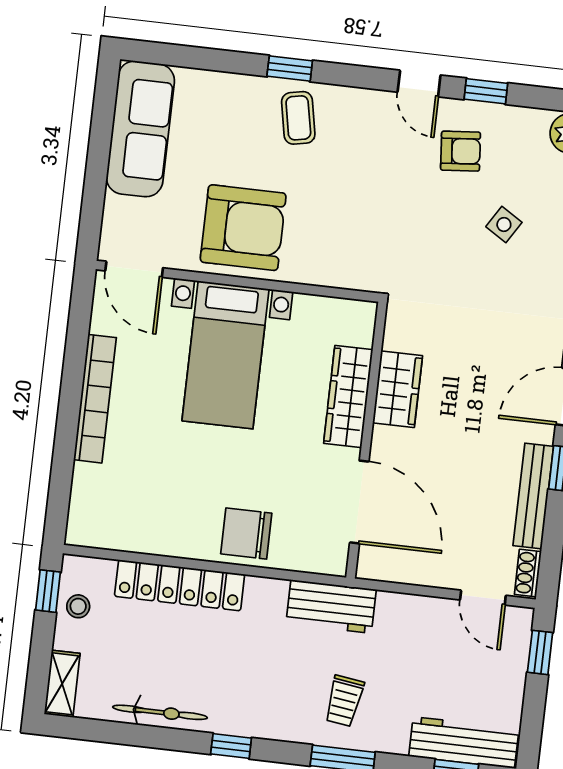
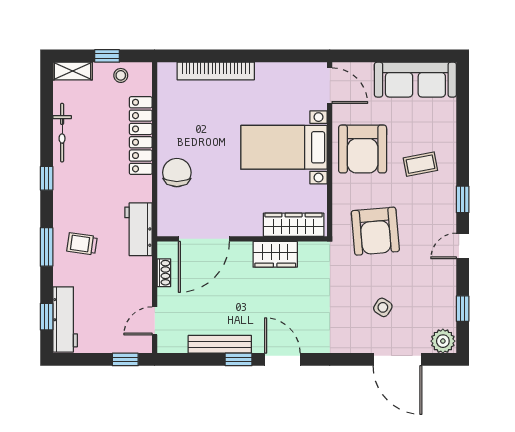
window: (290, 69) -> (463, 199), moved
window: (486, 91) -> (463, 309), moved
coffee table: (298, 118) -> (420, 164), moved
armchair: (461, 151) -> (375, 231), moved, width x1.88, depth x1.88
door: (134, 269) -> (330, 86), swing flipped
wardrobe: (348, 396) -> (294, 225), moved
bookcase: (95, 399) -> (216, 71), moved
shoe rack: (528, 573) -> (164, 273), moved, turned 90
window: (48, 591) -> (107, 56), moved

